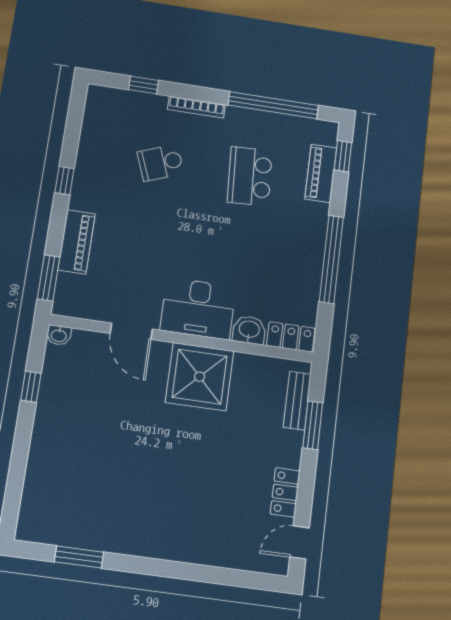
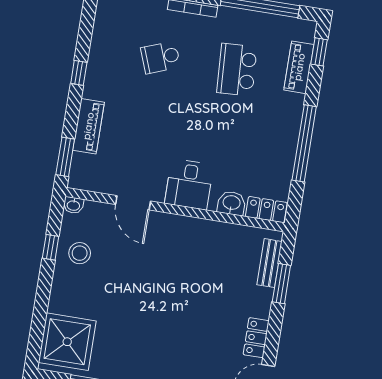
desk: (198, 308) -> (189, 184), width x0.73
shower: (200, 377) -> (67, 342), moved
stool: (67, 393) -> (80, 253), added

